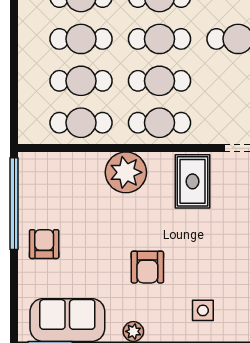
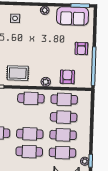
cafe table: (160, 81) -> (30, 116), removed
plant: (126, 172) -> (46, 82), width x0.53, depth x0.53
rug: (193, 181) -> (18, 73), turned 90
armchair: (147, 267) -> (67, 77), moved

